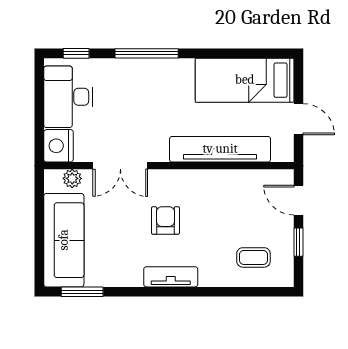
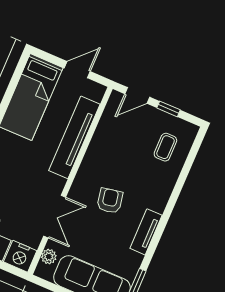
armchair: (165, 220) -> (110, 201), turned 79
tv unit: (171, 277) -> (146, 232), moved

